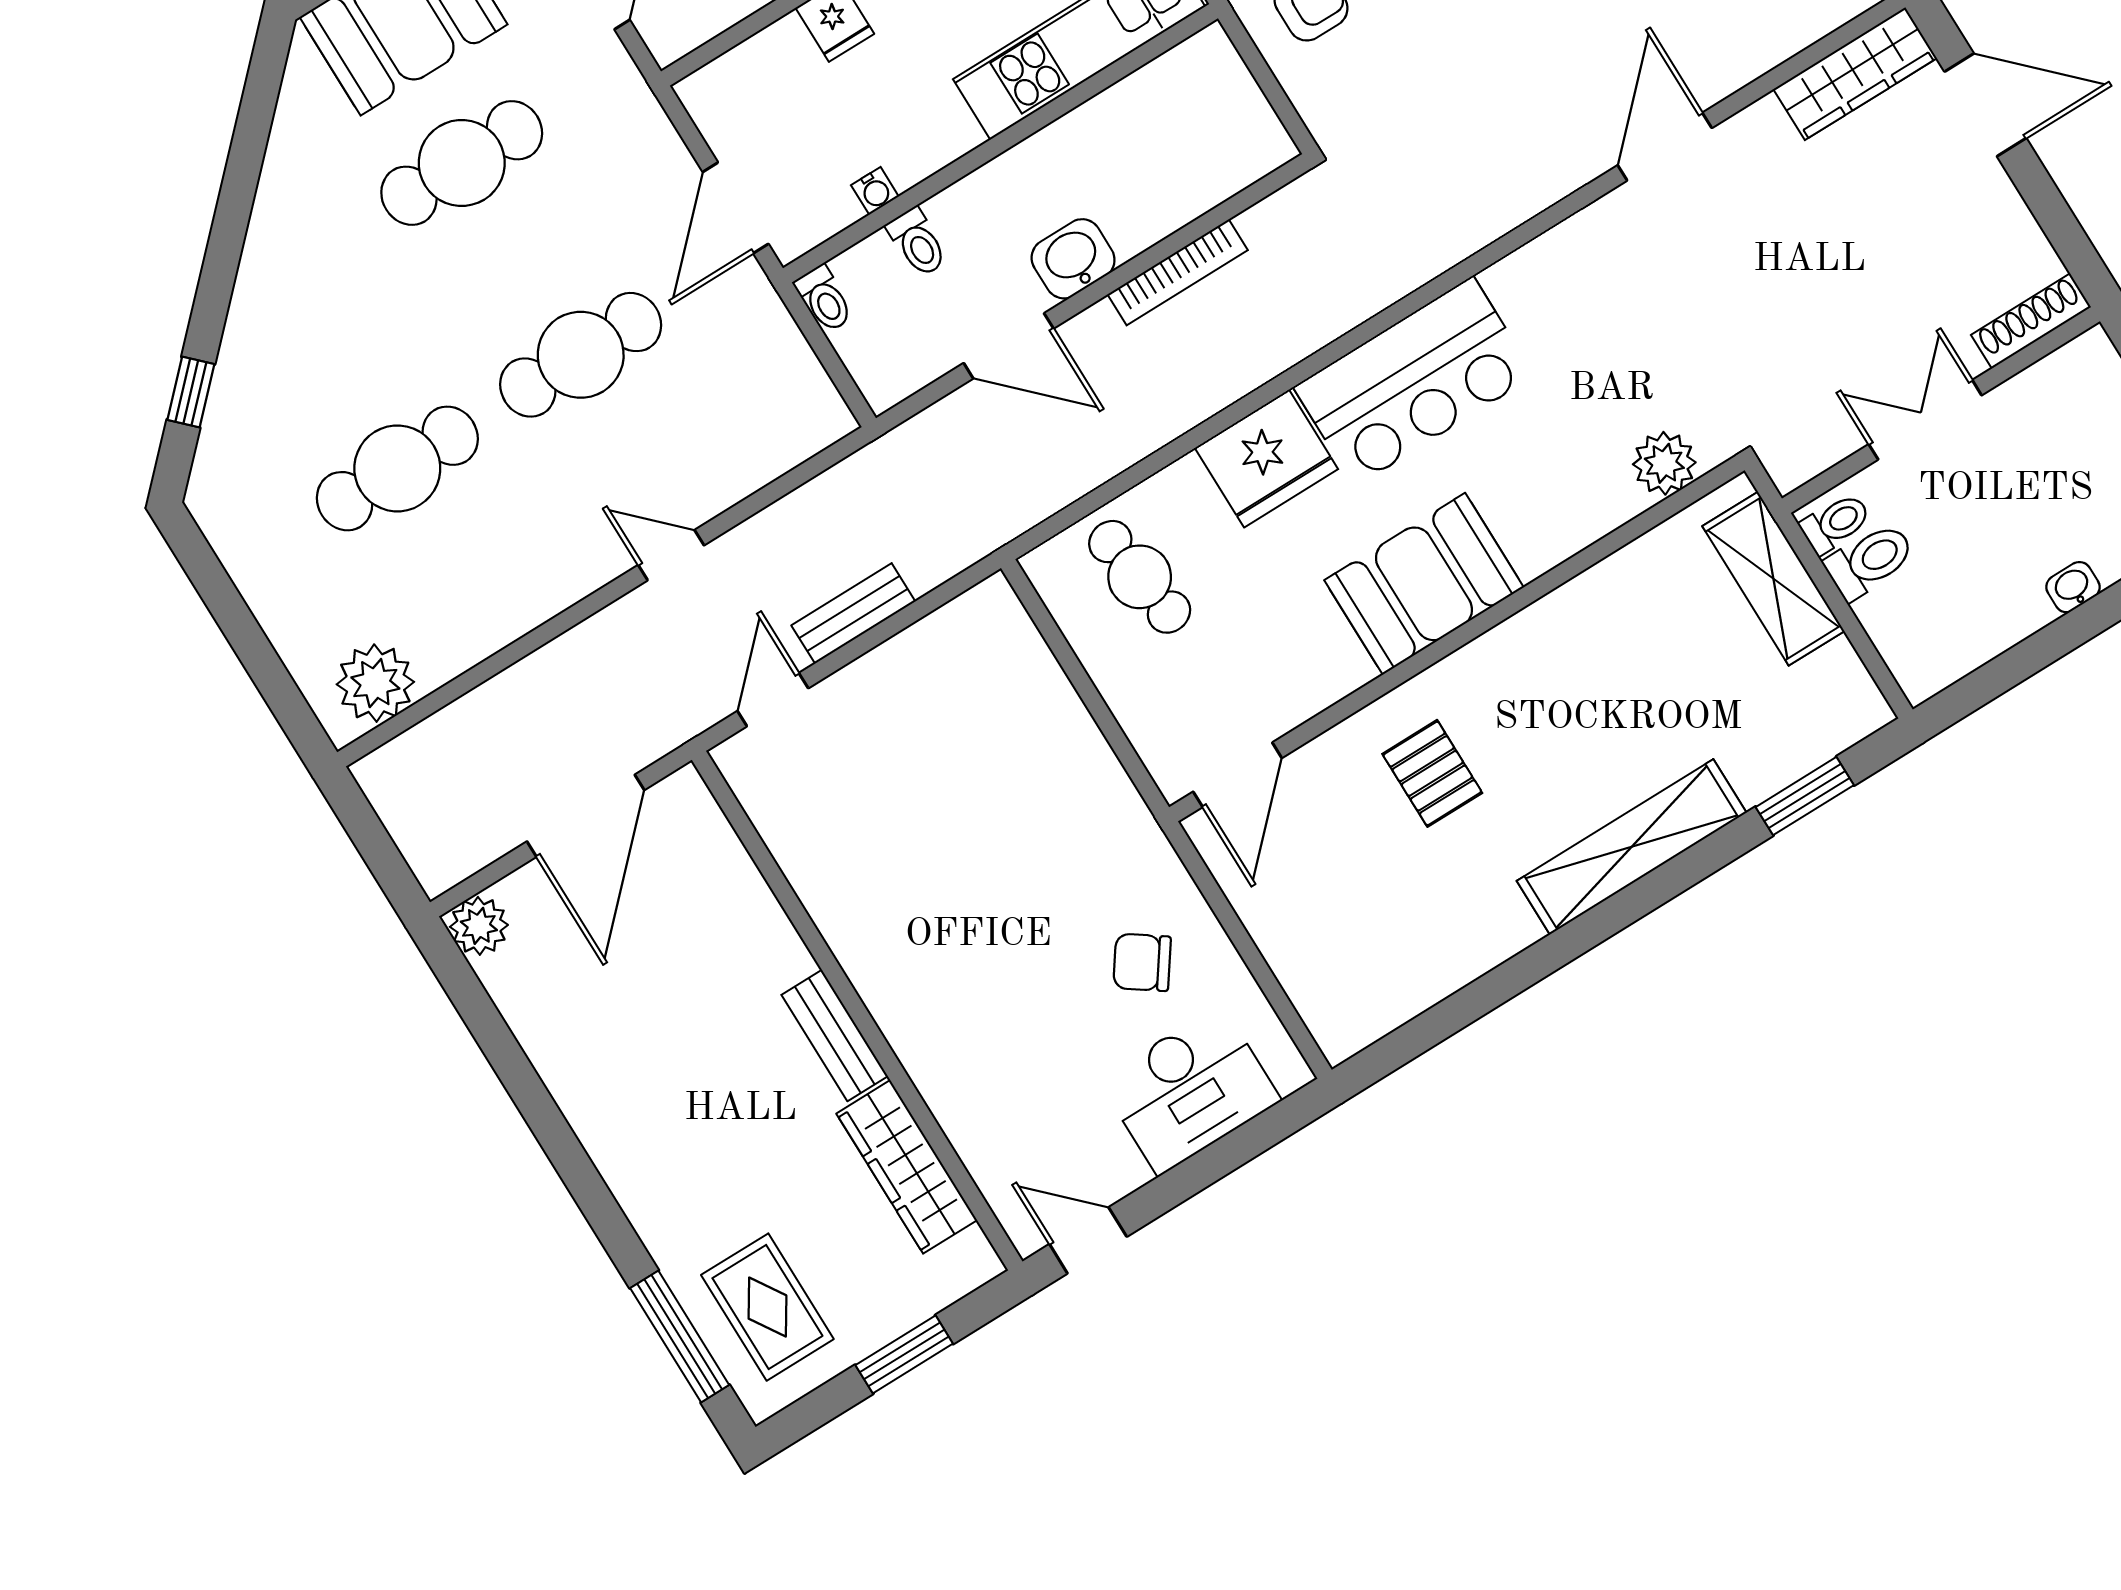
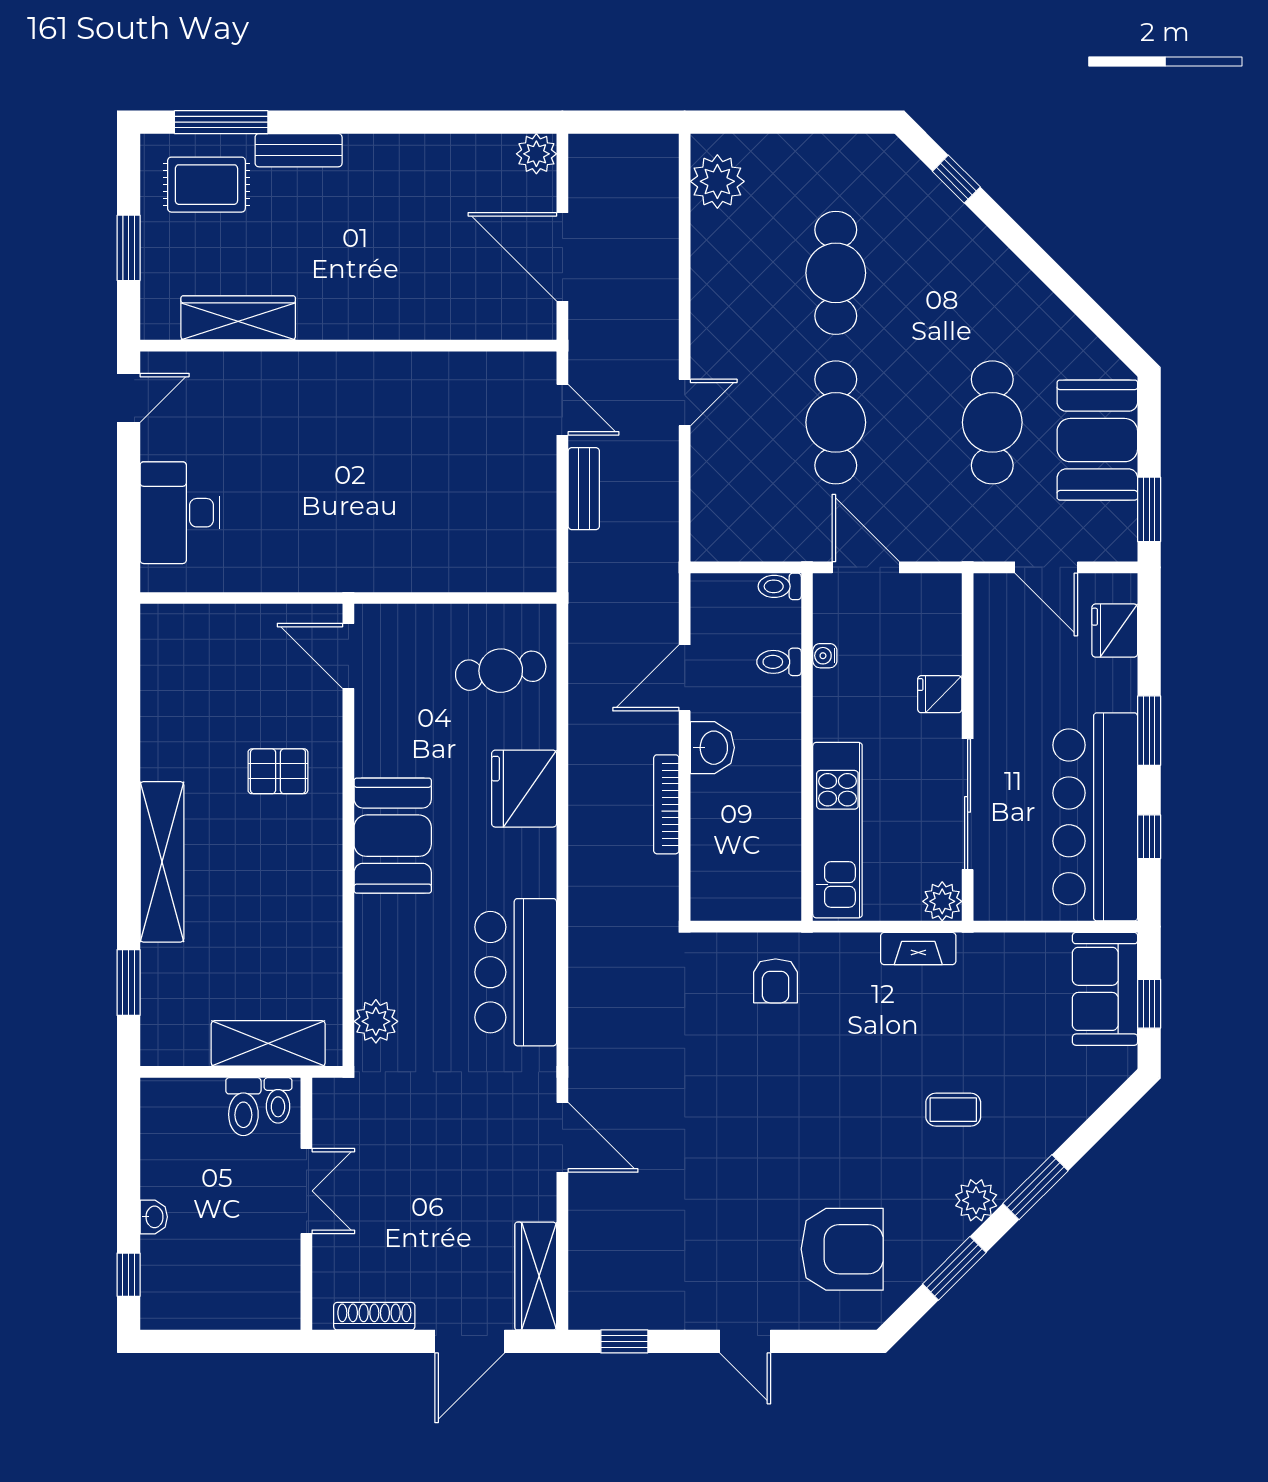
shoe rack: (2031, 321) -> (374, 1316), moved, turned -90
bar counter: (1414, 381) -> (516, 972), moved
chair: (1142, 962) -> (273, 531), removed
bench: (835, 1036) -> (299, 150), moved

